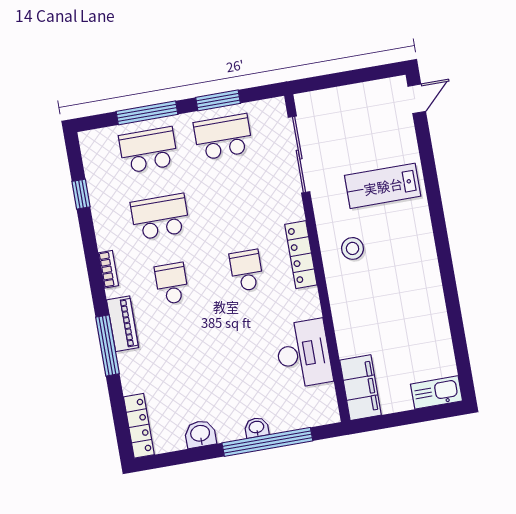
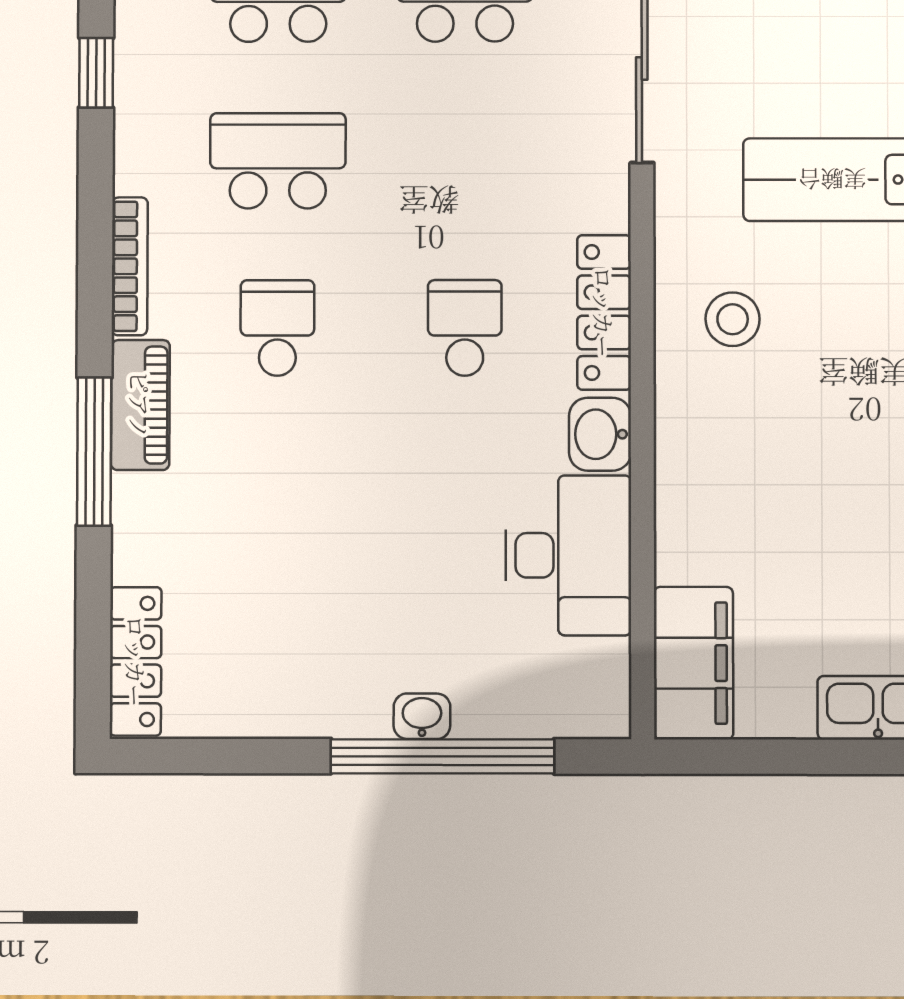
bookcase: (108, 269) -> (130, 266), width x1.56
washbasin: (200, 434) -> (600, 434), moved, turned -90

